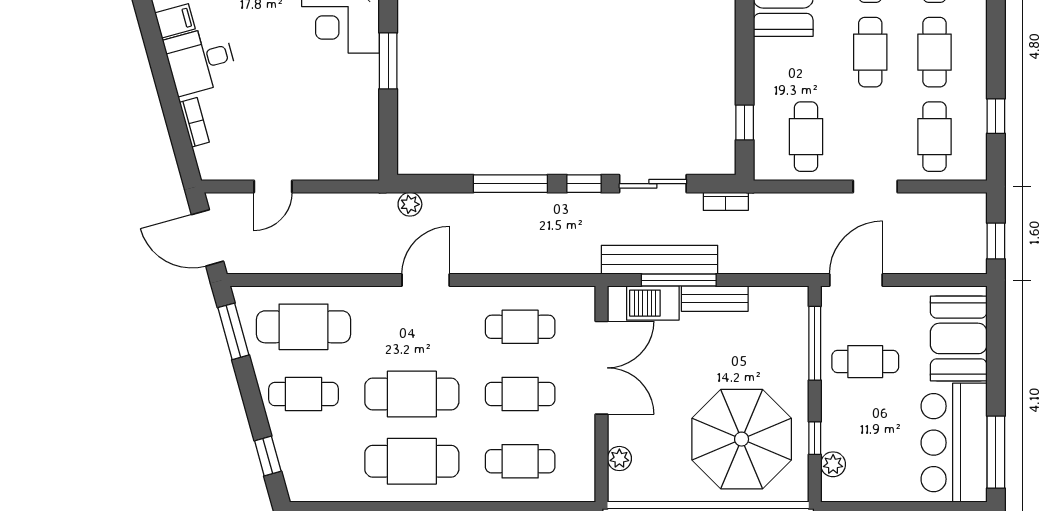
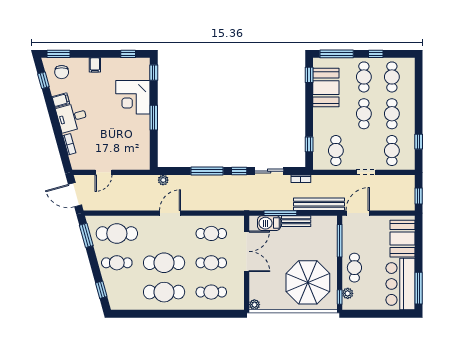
bench: (659, 260) -> (319, 204), moved
cafe table: (865, 362) -> (354, 268), moved, turned 90
window: (815, 438) -> (340, 297), moved
plant: (619, 459) -> (254, 305), moved

